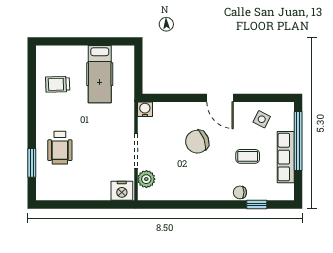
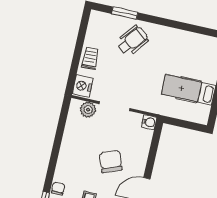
trolley: (58, 84) -> (90, 58), moved
wheelchair: (60, 148) -> (133, 41), turned 129

